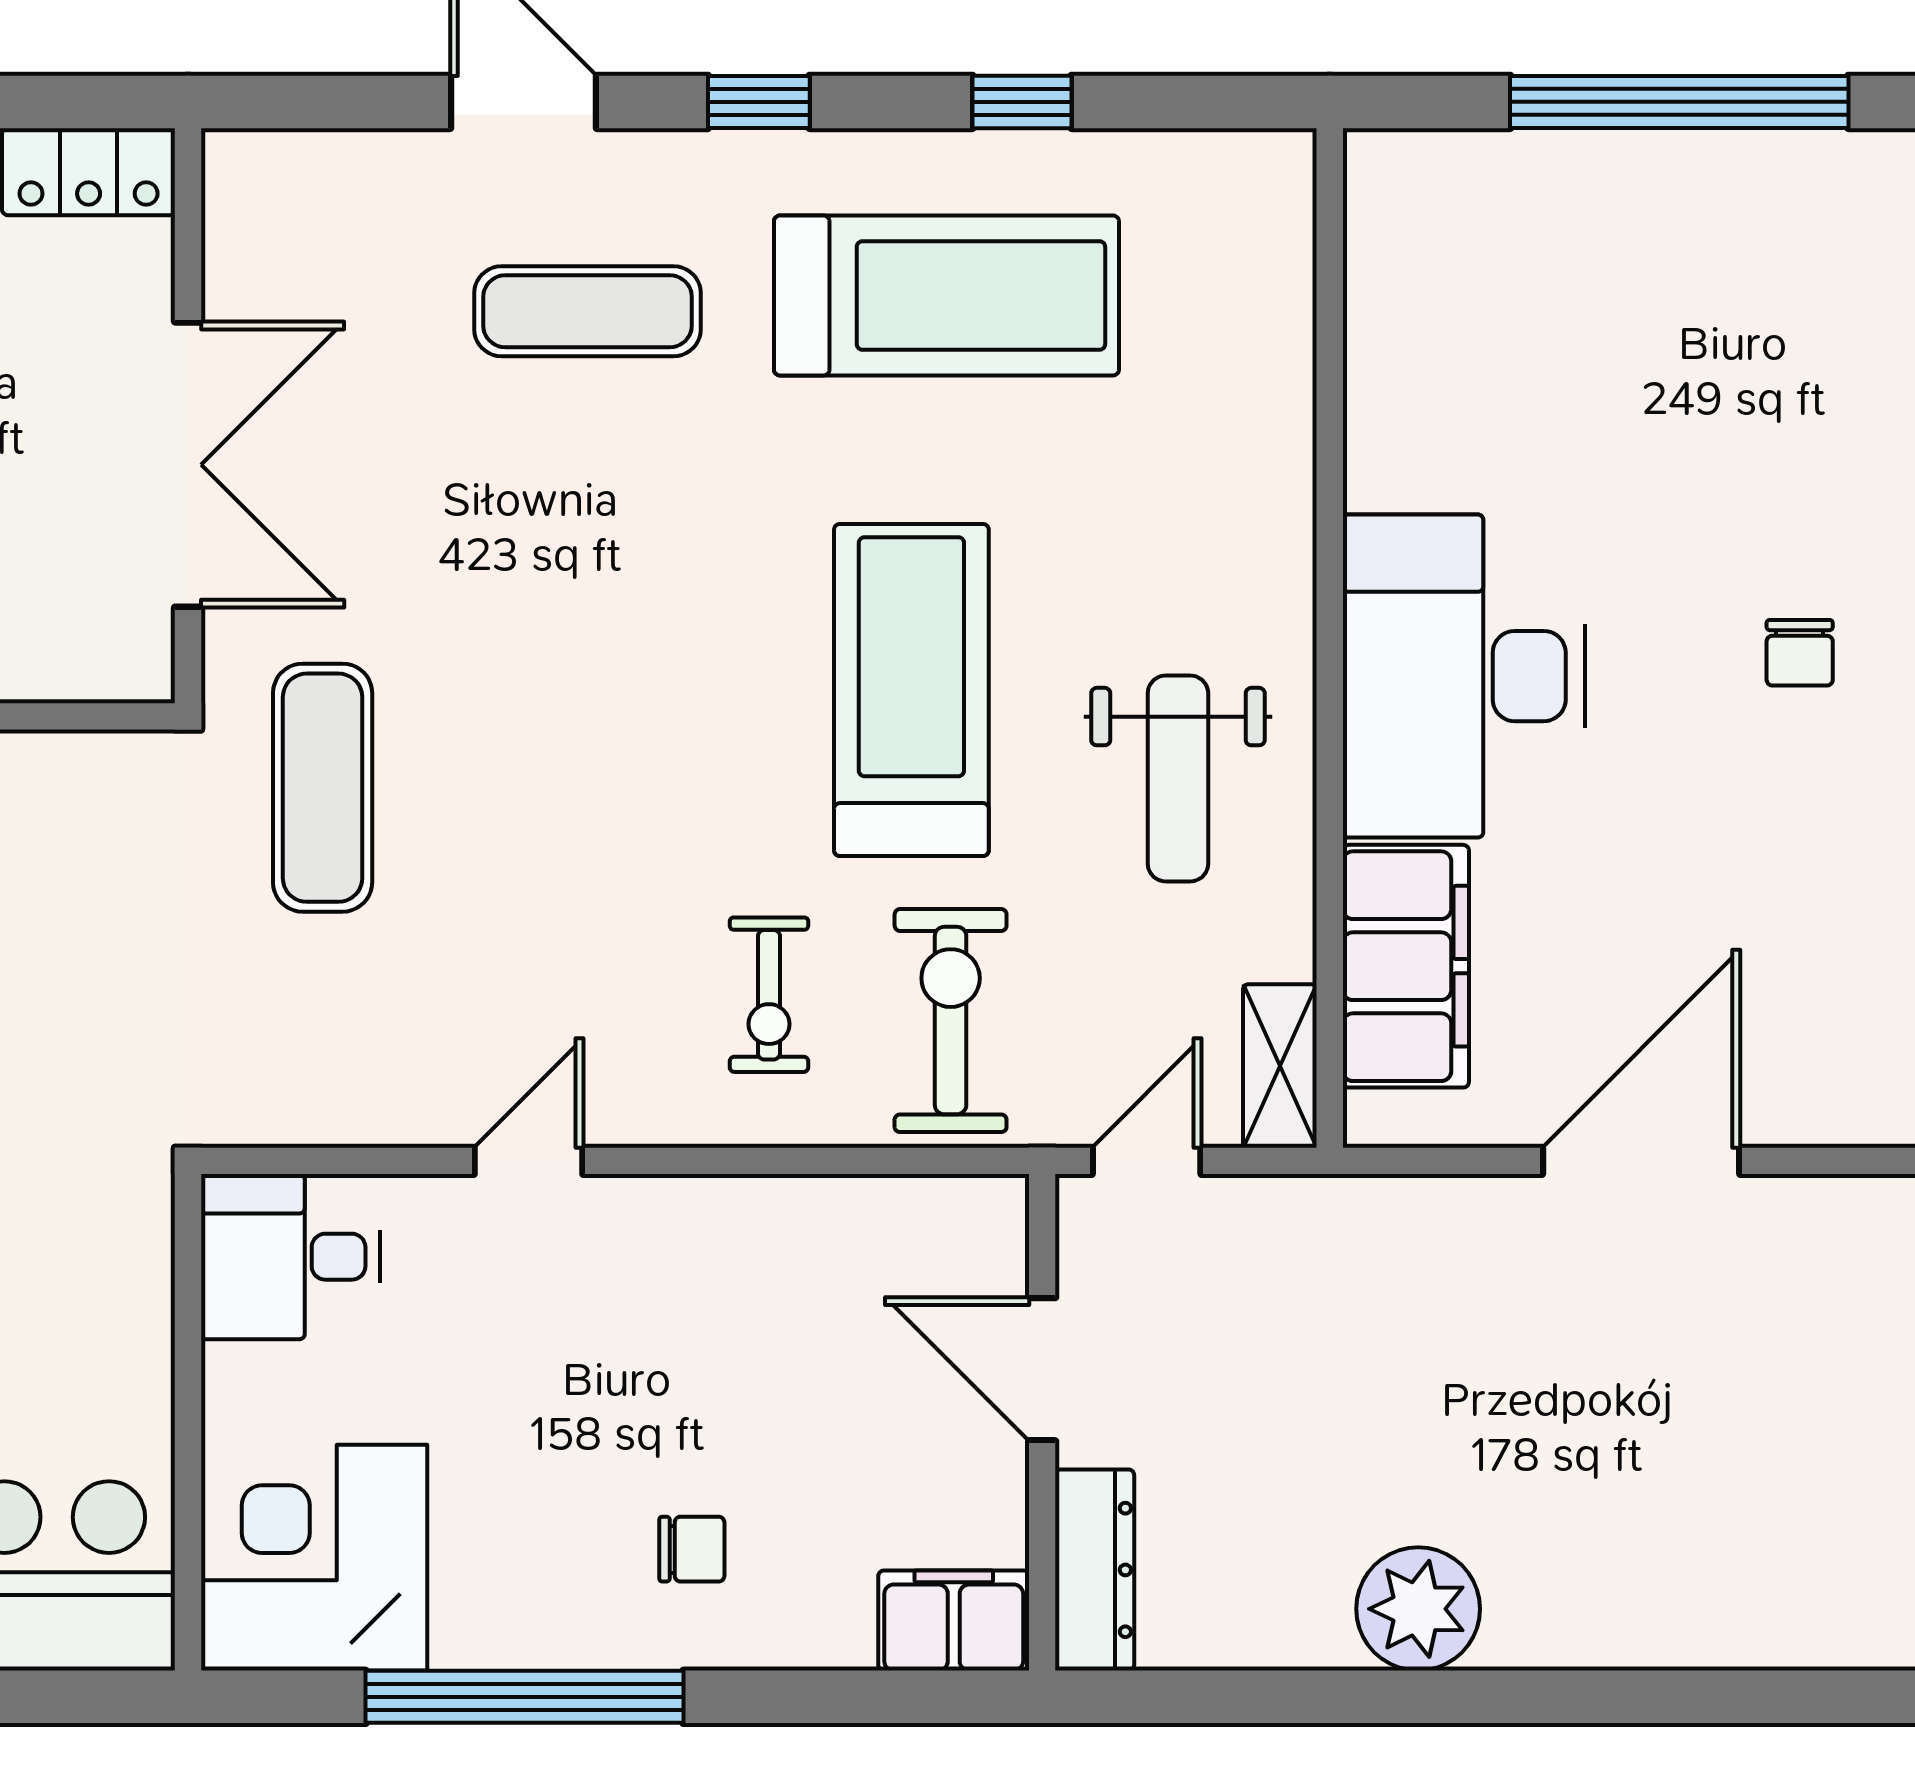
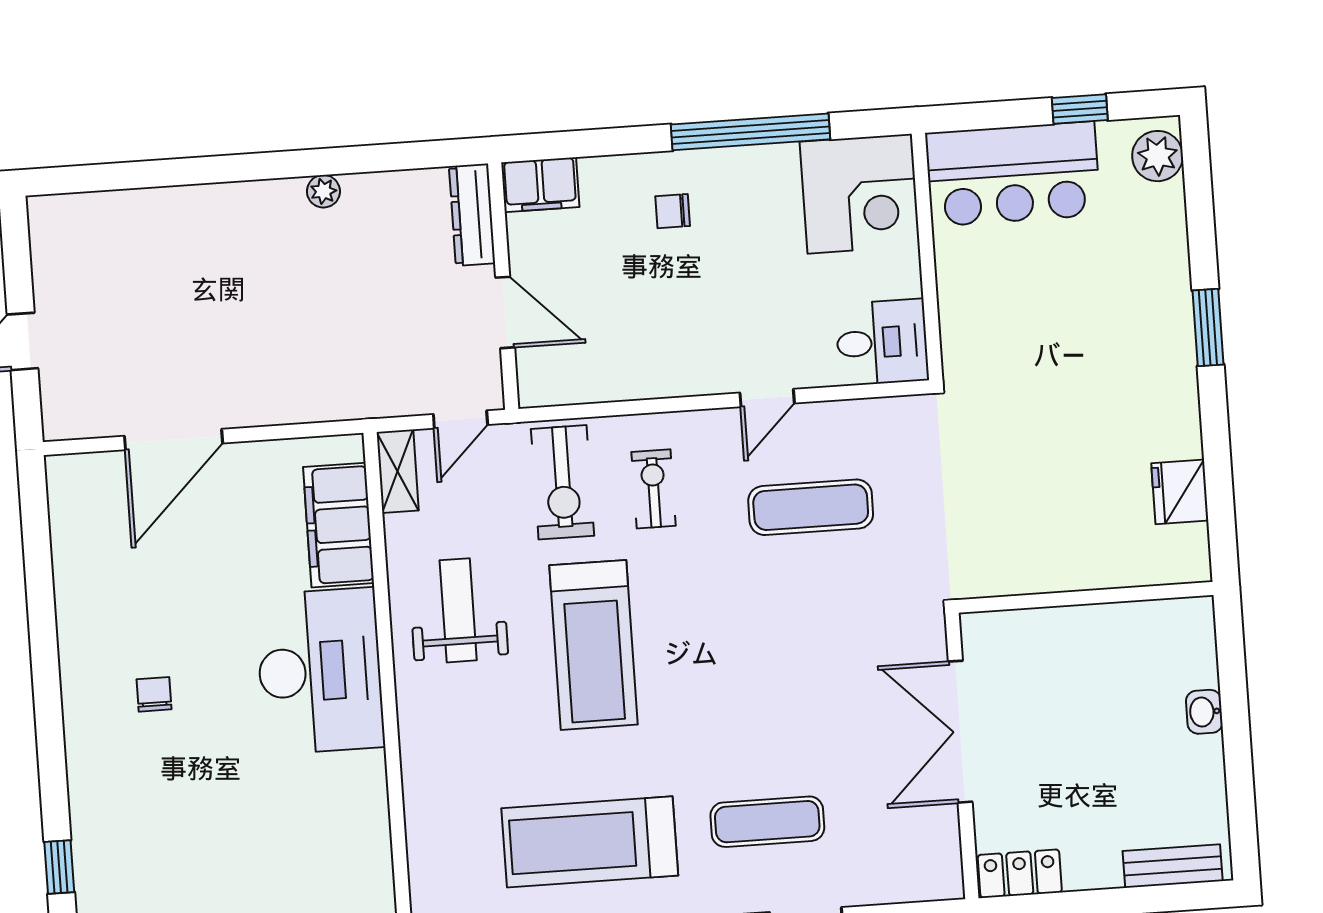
exercise mat: (323, 788) -> (811, 507), moved, turned 90
door: (1641, 1161) -> (174, 440), moved
plant: (1418, 1609) -> (323, 191), width x0.53, depth x0.53

